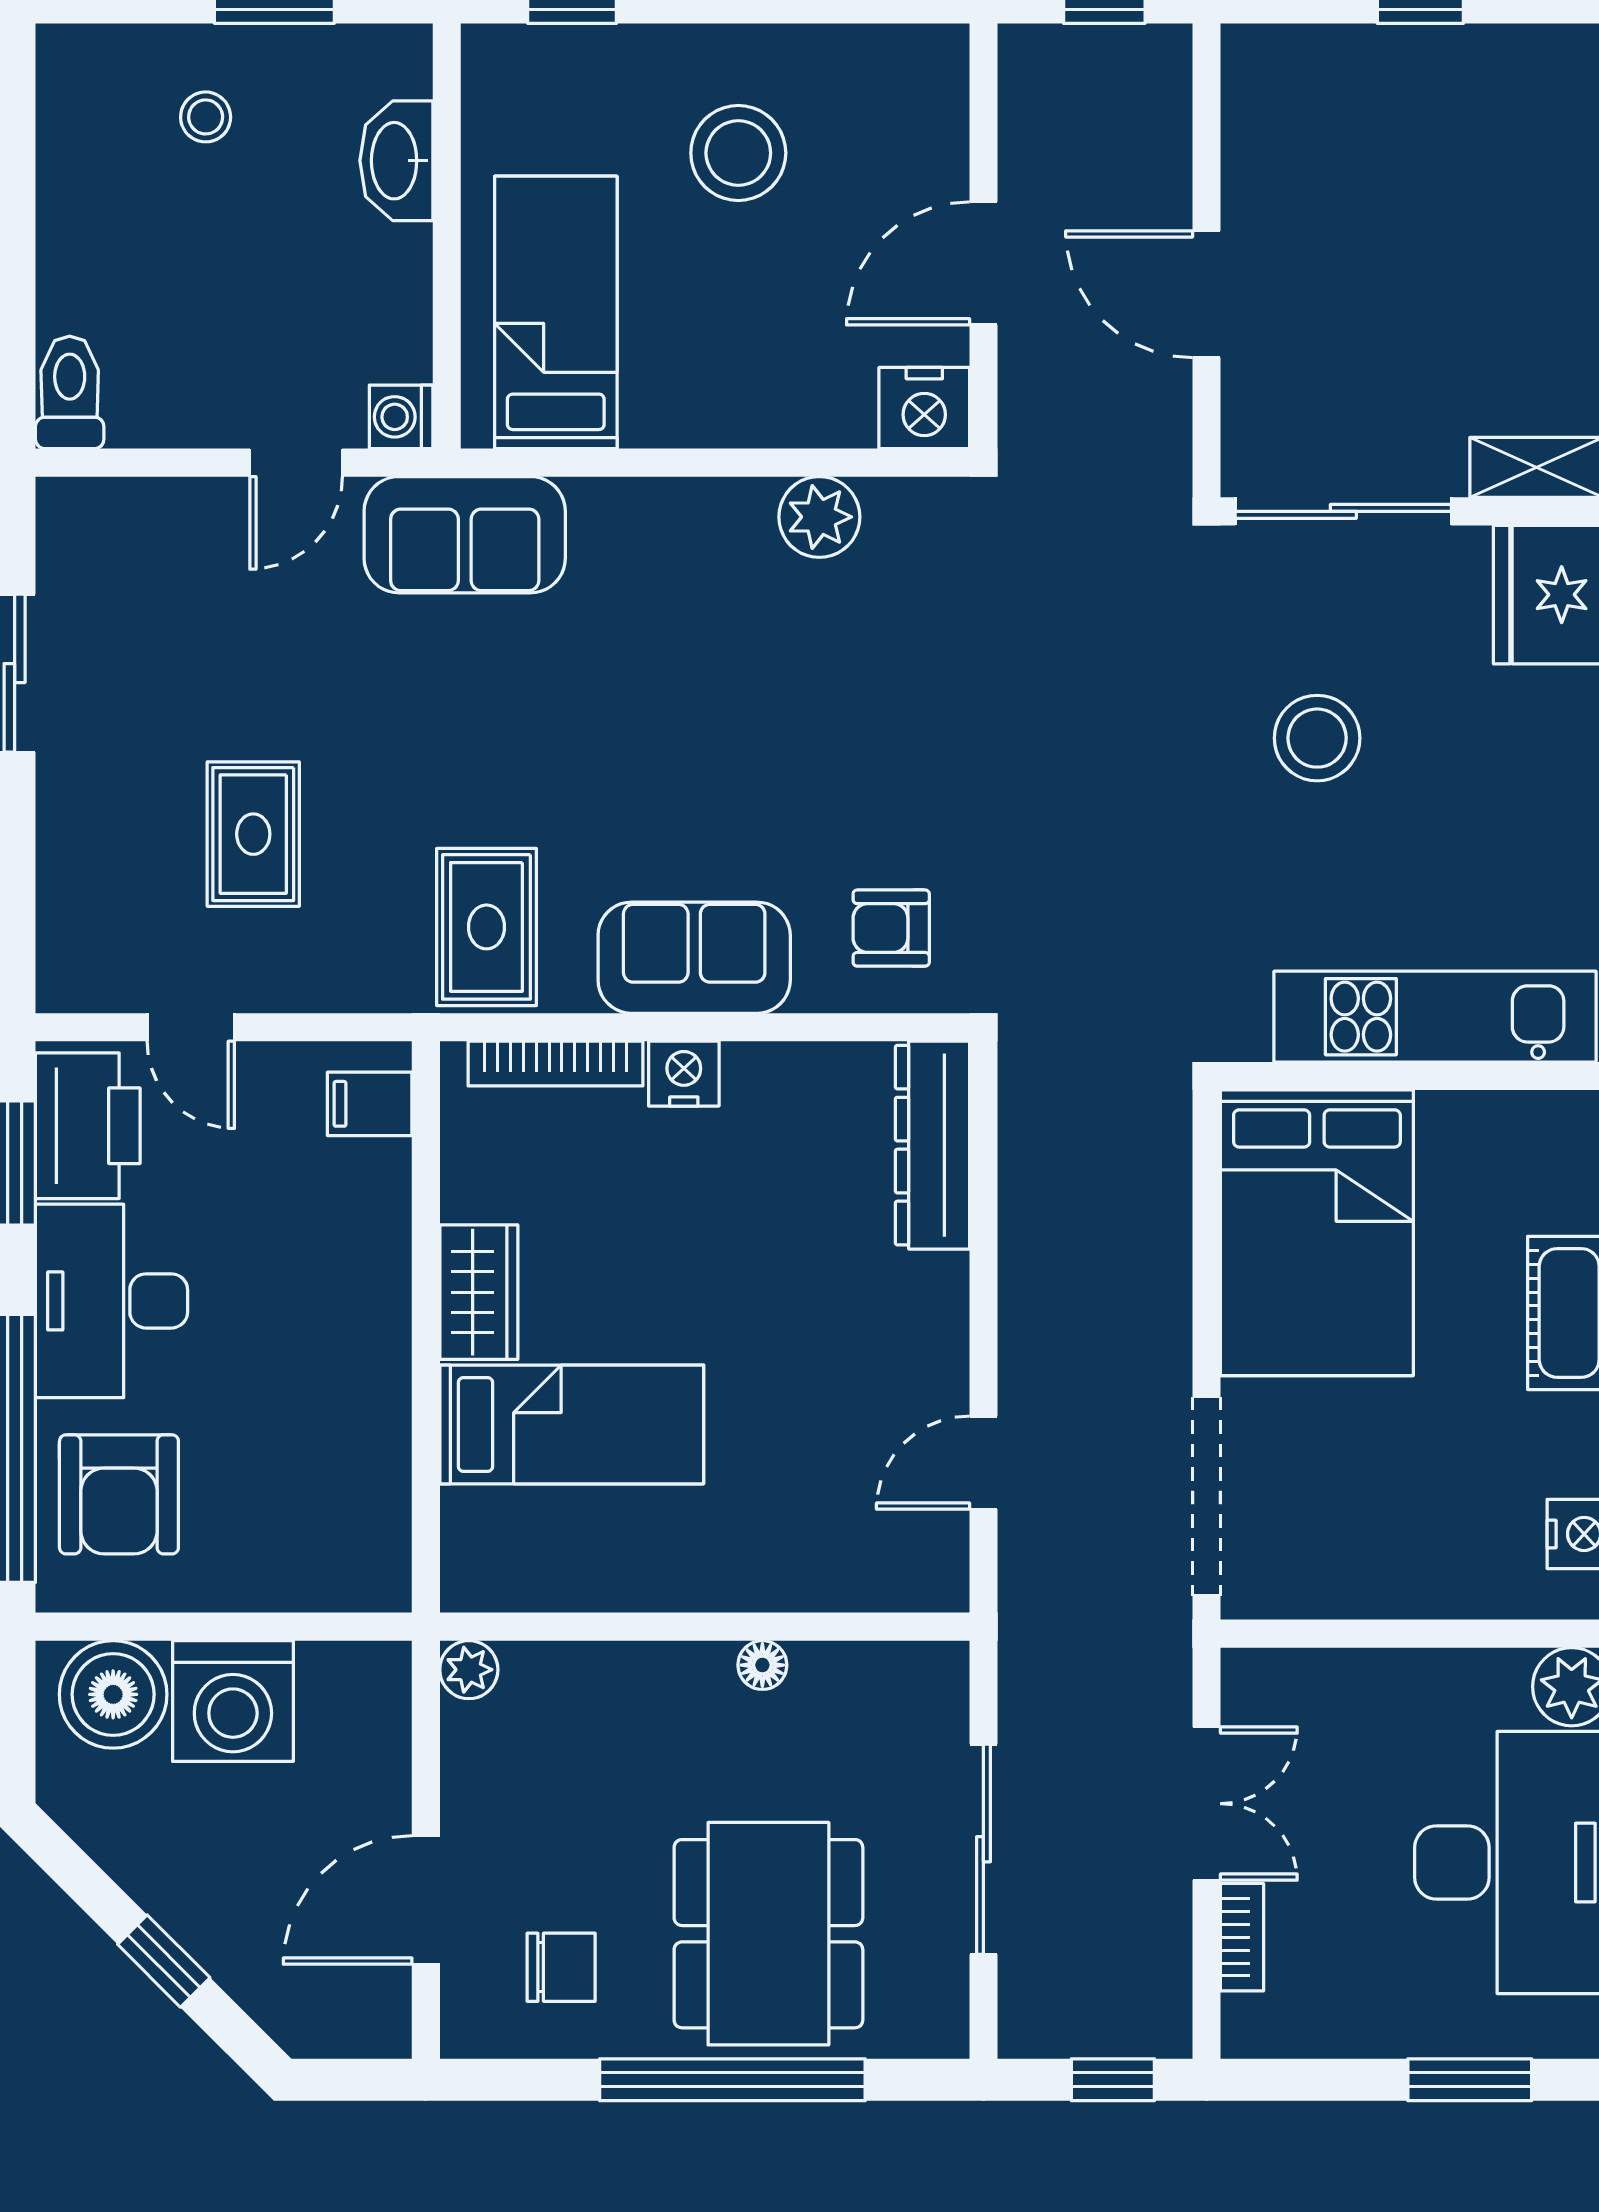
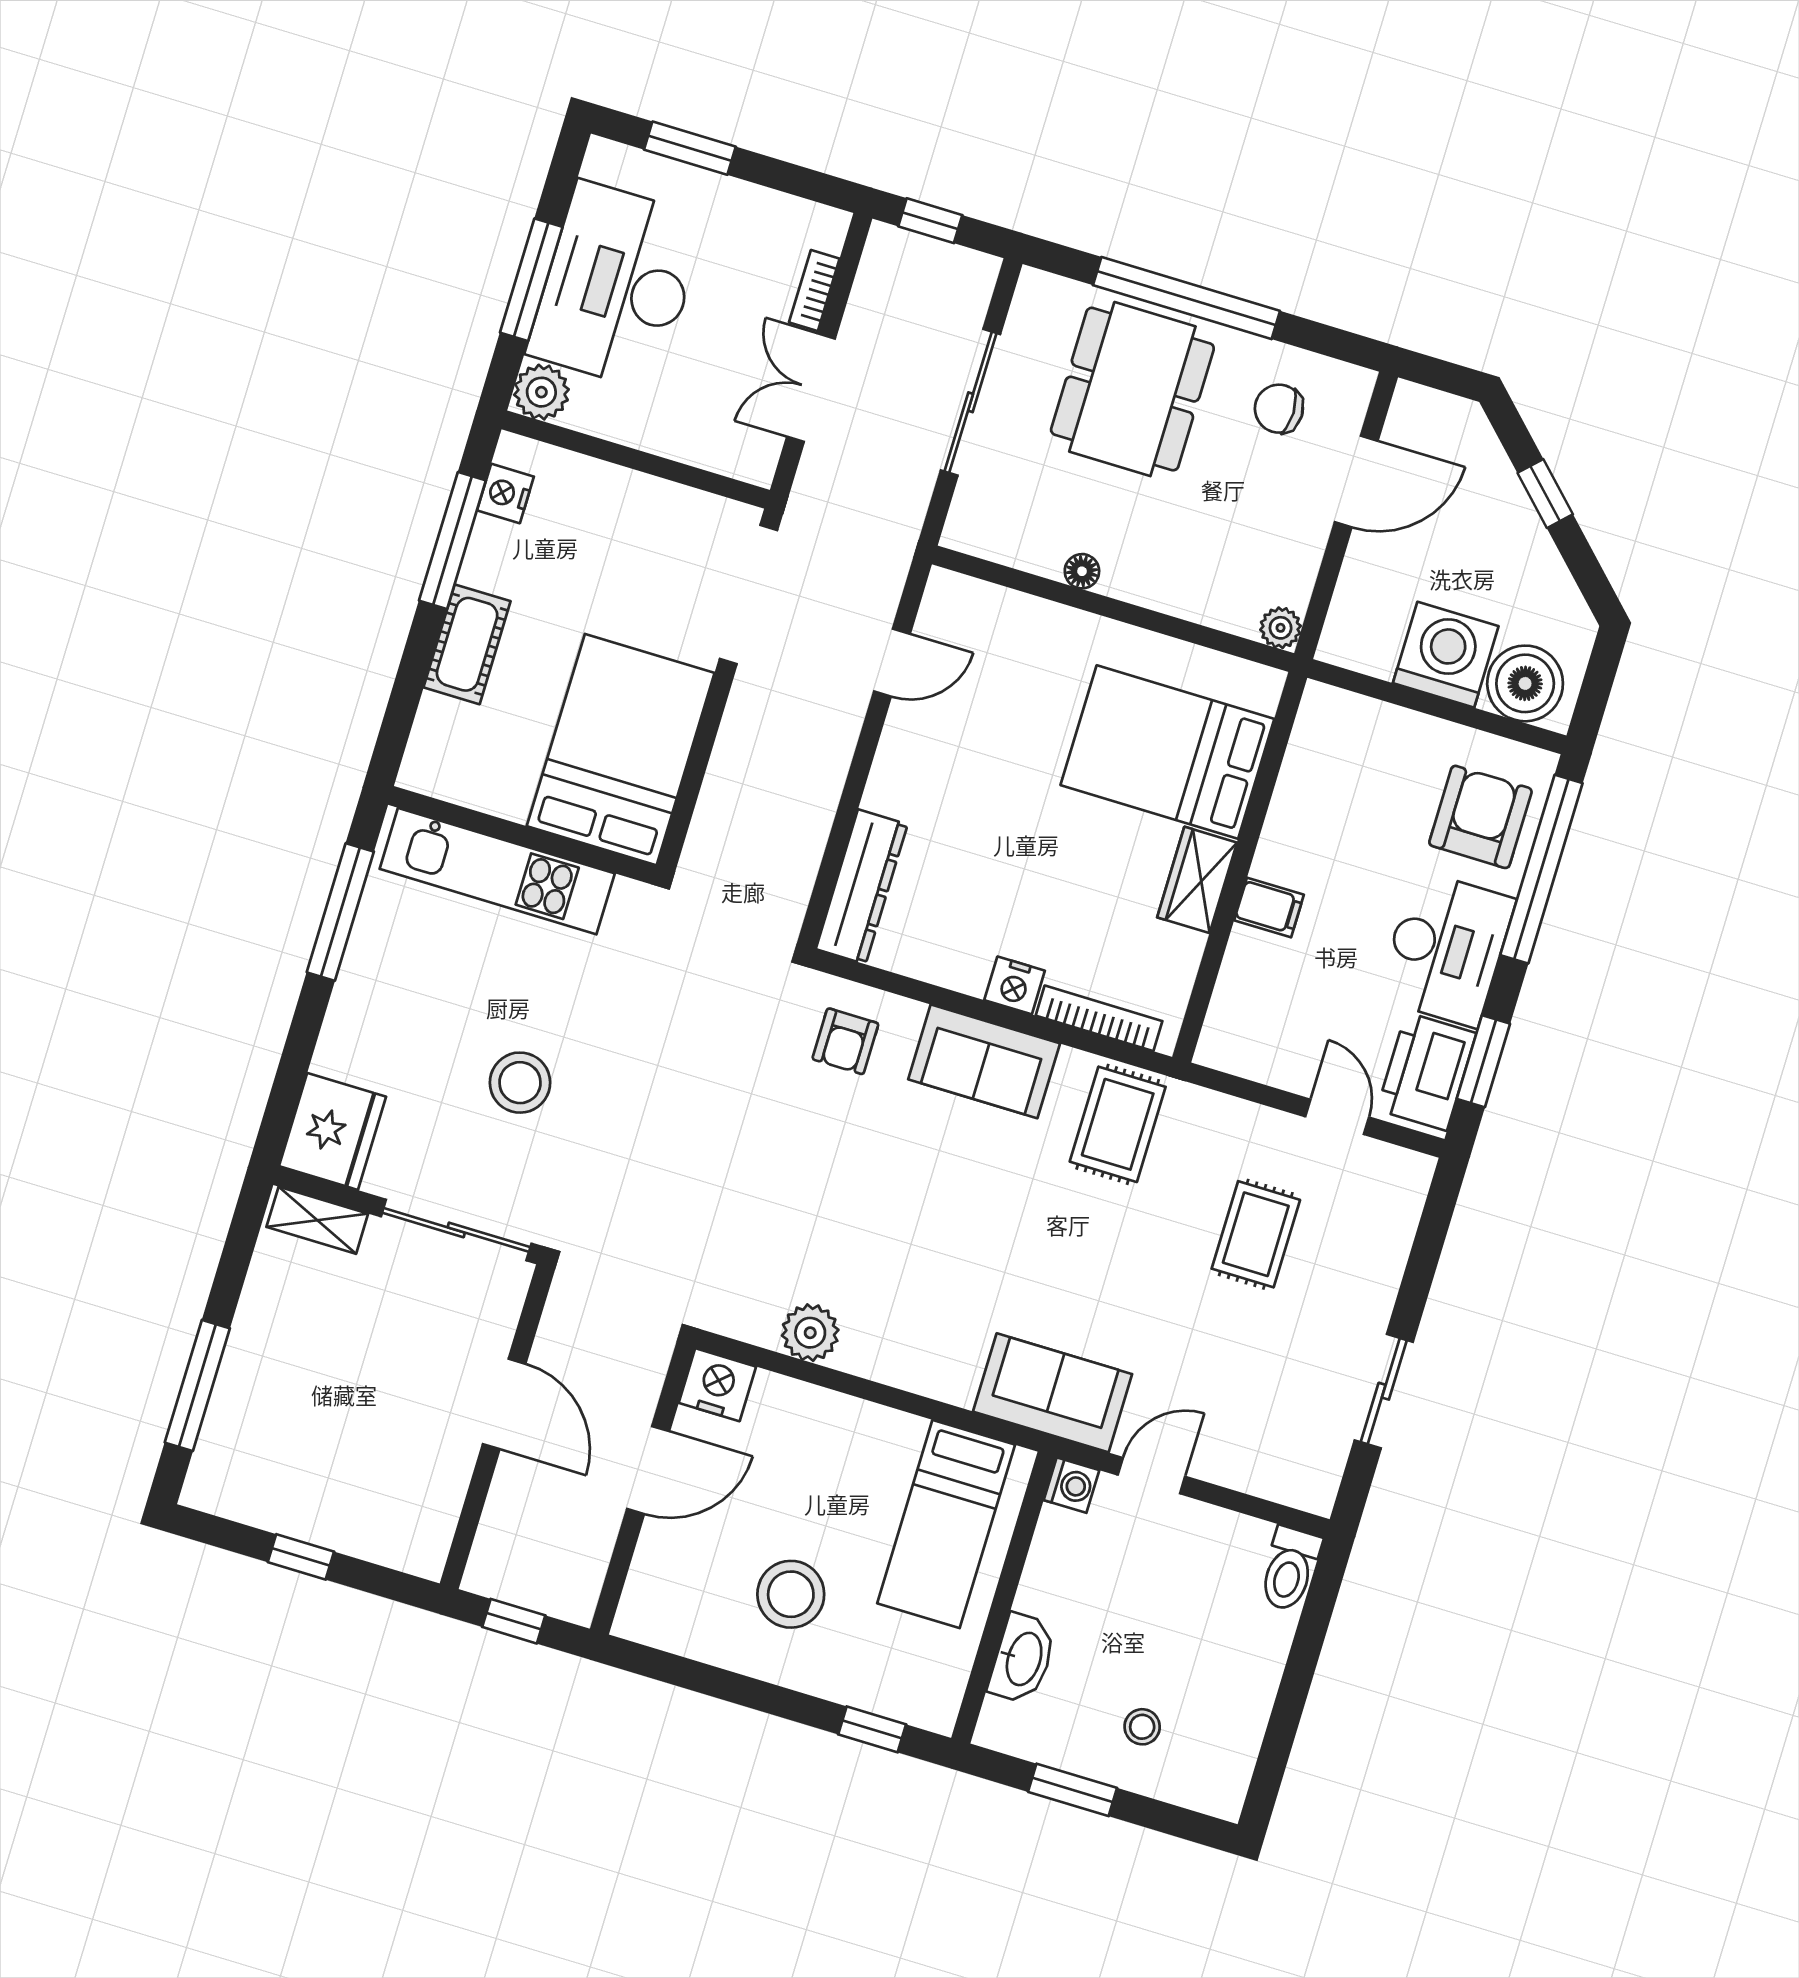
armchair: (891, 928) -> (845, 1041), turned 90
filing cabinet: (370, 1104) -> (1269, 907), moved
bed: (572, 1424) -> (1167, 752), width x1.50

